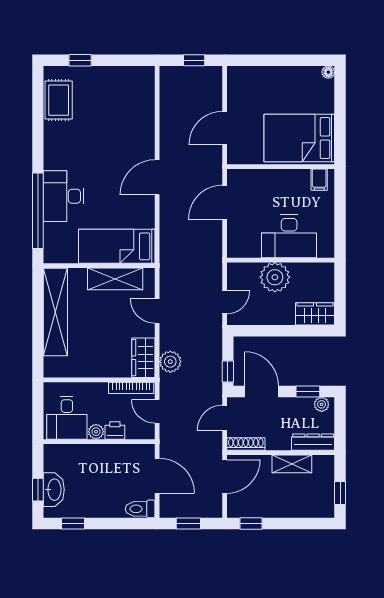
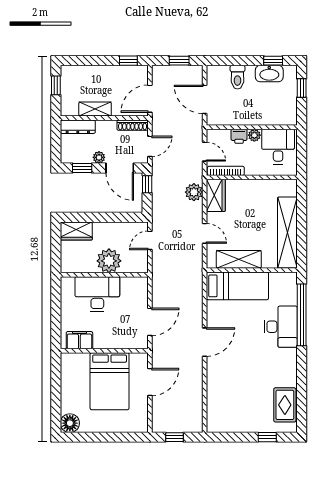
floor lamp: (328, 72) -> (70, 423), width x1.89, depth x1.89
bed: (299, 138) -> (110, 381), moved, turned 90
filing cabinet: (319, 180) -> (79, 340), width x2.00
plant: (322, 404) -> (99, 157), moved
washbasin: (54, 490) -> (269, 74), moved, turned -90
toilet: (140, 509) -> (237, 77), moved, turned 90

